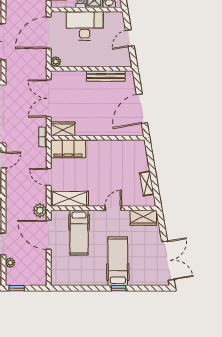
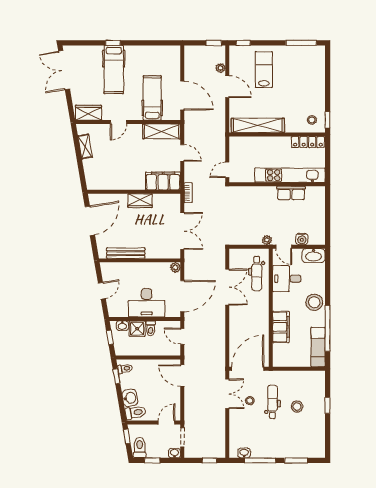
wardrobe: (63, 129) -> (140, 201), moved
plant: (40, 210) -> (191, 120), removed

